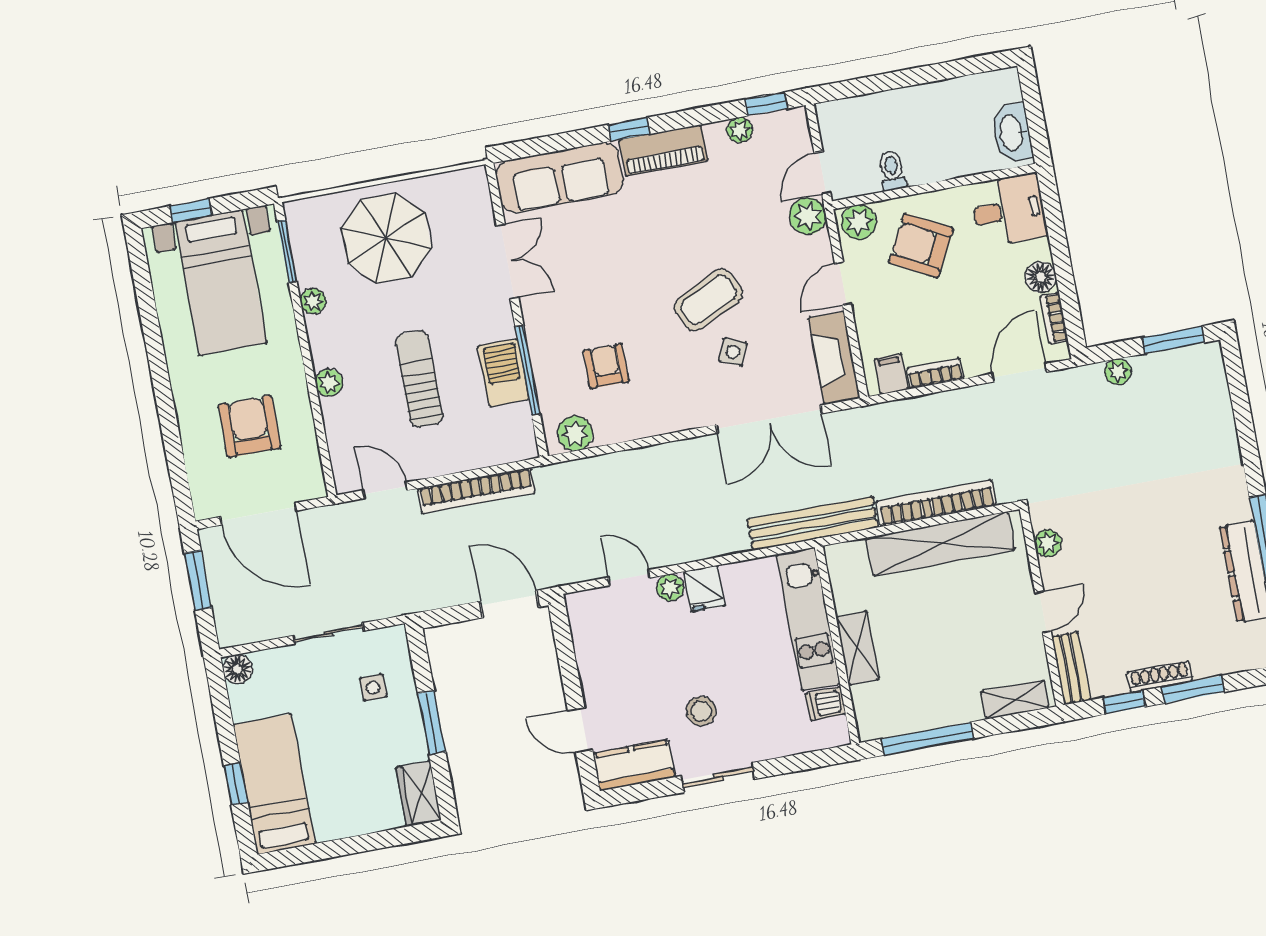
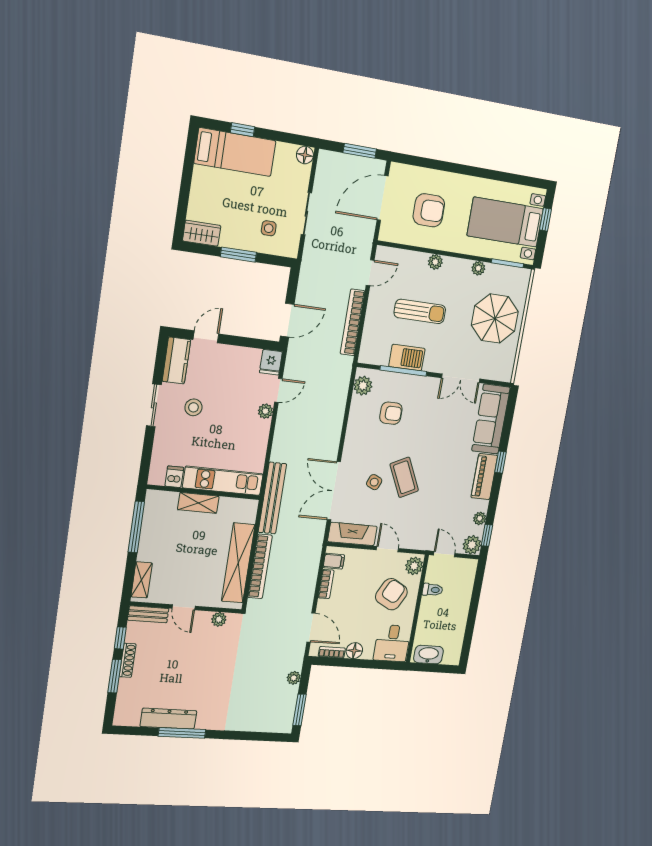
plant: (808, 216) -> (472, 545), moved
fridge: (704, 589) -> (271, 362), moved, turned -90

